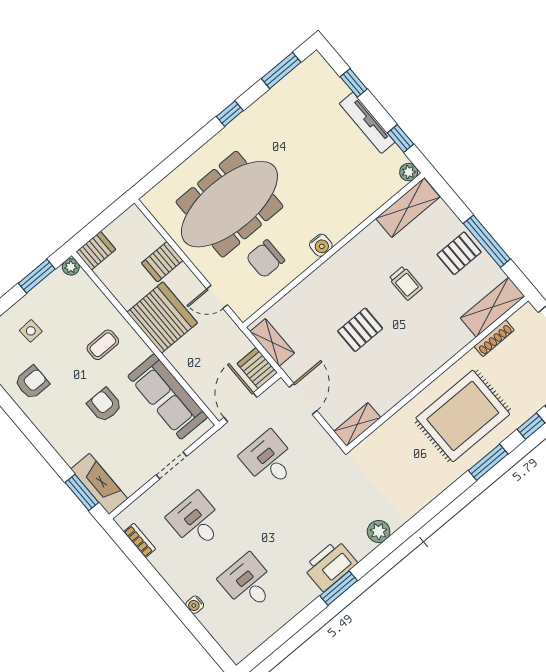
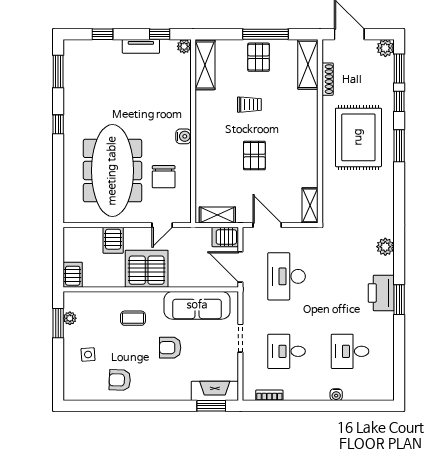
tv unit: (367, 123) -> (141, 46), width x0.71
plant: (71, 267) -> (70, 318), moved
coffee table: (103, 345) -> (133, 318), turned 90
armchair: (32, 383) -> (120, 380), turned -88
desk: (269, 460) -> (287, 276), width x1.37

